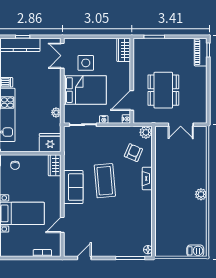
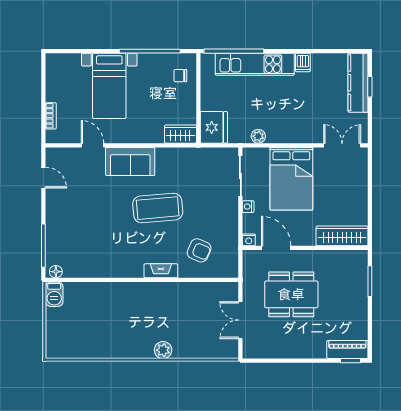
wardrobe: (124, 50) -> (342, 236), width x1.50
side table: (86, 63) -> (331, 180), removed
plant: (146, 132) -> (229, 269), removed
sofa: (73, 187) -> (130, 161), moved
plant: (201, 194) -> (163, 350), moved
barbecue: (195, 251) -> (54, 294), moved

